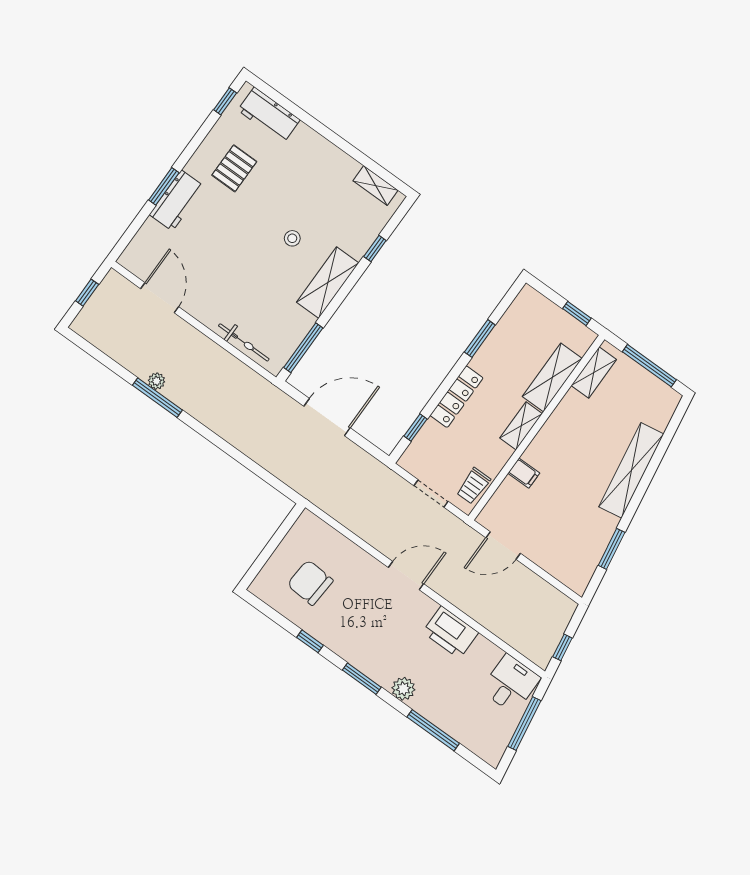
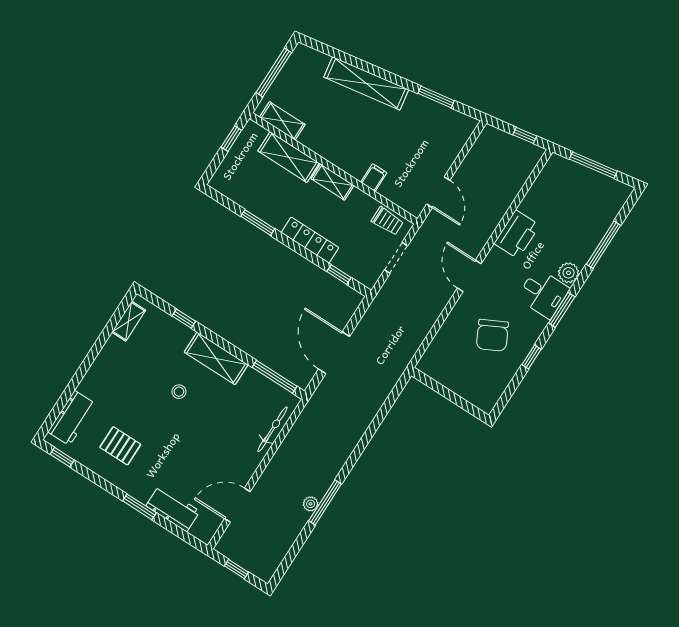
workbench: (177, 201) -> (173, 509), moved
chair: (310, 583) -> (492, 335), moved, turned -31
desk: (510, 684) -> (543, 293), moved, turned 180

